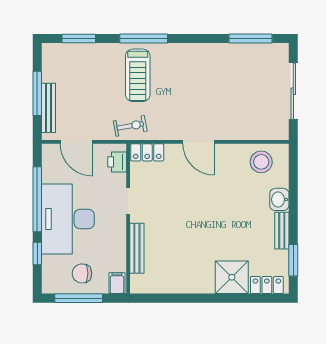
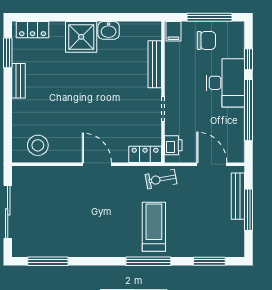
washbasin: (279, 199) -> (109, 30), moved, turned 90
desk: (68, 219) -> (225, 83), width x0.73, depth x0.77
shower: (232, 277) -> (81, 37), moved

